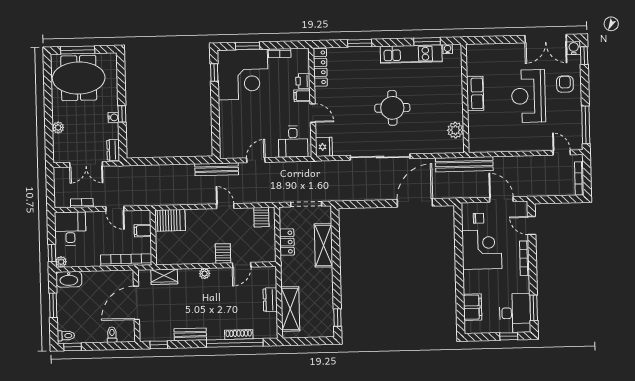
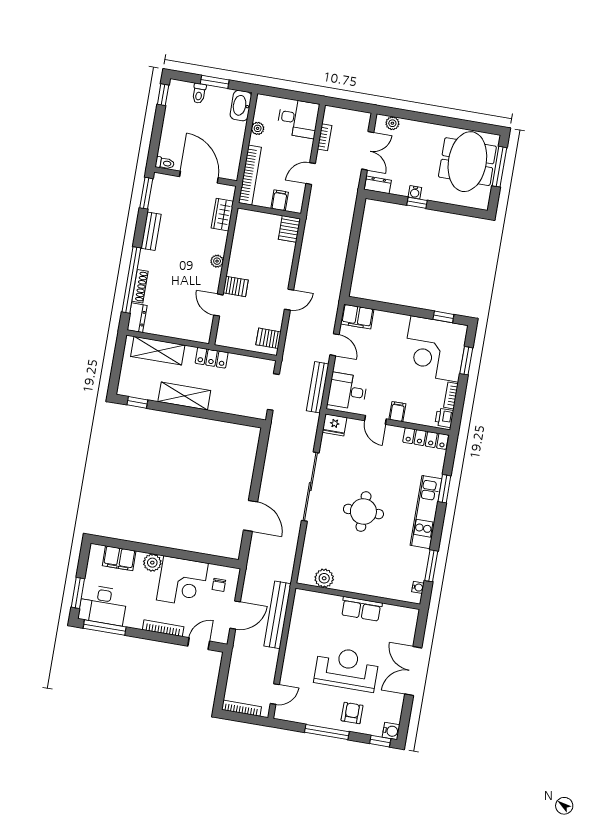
double door: (546, 39) -> (413, 671), moved
kitchen unit: (411, 54) -> (426, 512), moved
printer: (303, 81) -> (444, 418), moved, turned -90
armchair: (565, 84) -> (352, 713), turned -90
door: (313, 113) -> (375, 420), hinge flipped
window: (586, 125) -> (327, 732), moved
plant: (58, 128) -> (392, 123), moved
filing cabinet: (228, 146) -> (357, 317), added
double door: (86, 164) -> (368, 151), swing flipped
bench: (464, 164) -> (277, 615), moved
bench: (217, 169) -> (318, 387), moved
door: (415, 203) -> (250, 516), width x0.73
server rack: (170, 220) -> (289, 229), width x0.73, depth x0.70
locker: (287, 242) -> (212, 358), moved
shelving: (324, 245) -> (184, 396), moved
window: (52, 253) -> (275, 92), removed
plant: (61, 262) -> (258, 128), moved
plant: (471, 278) -> (152, 563), added
dresser: (270, 300) -> (137, 318), moved, turned 90
window: (534, 308) -> (105, 628), width x1.44
toilet: (112, 335) -> (165, 163), moved
toilet: (66, 336) -> (199, 93), moved
window: (509, 336) -> (78, 593), width x1.50
window: (159, 345) -> (146, 193), width x1.50

